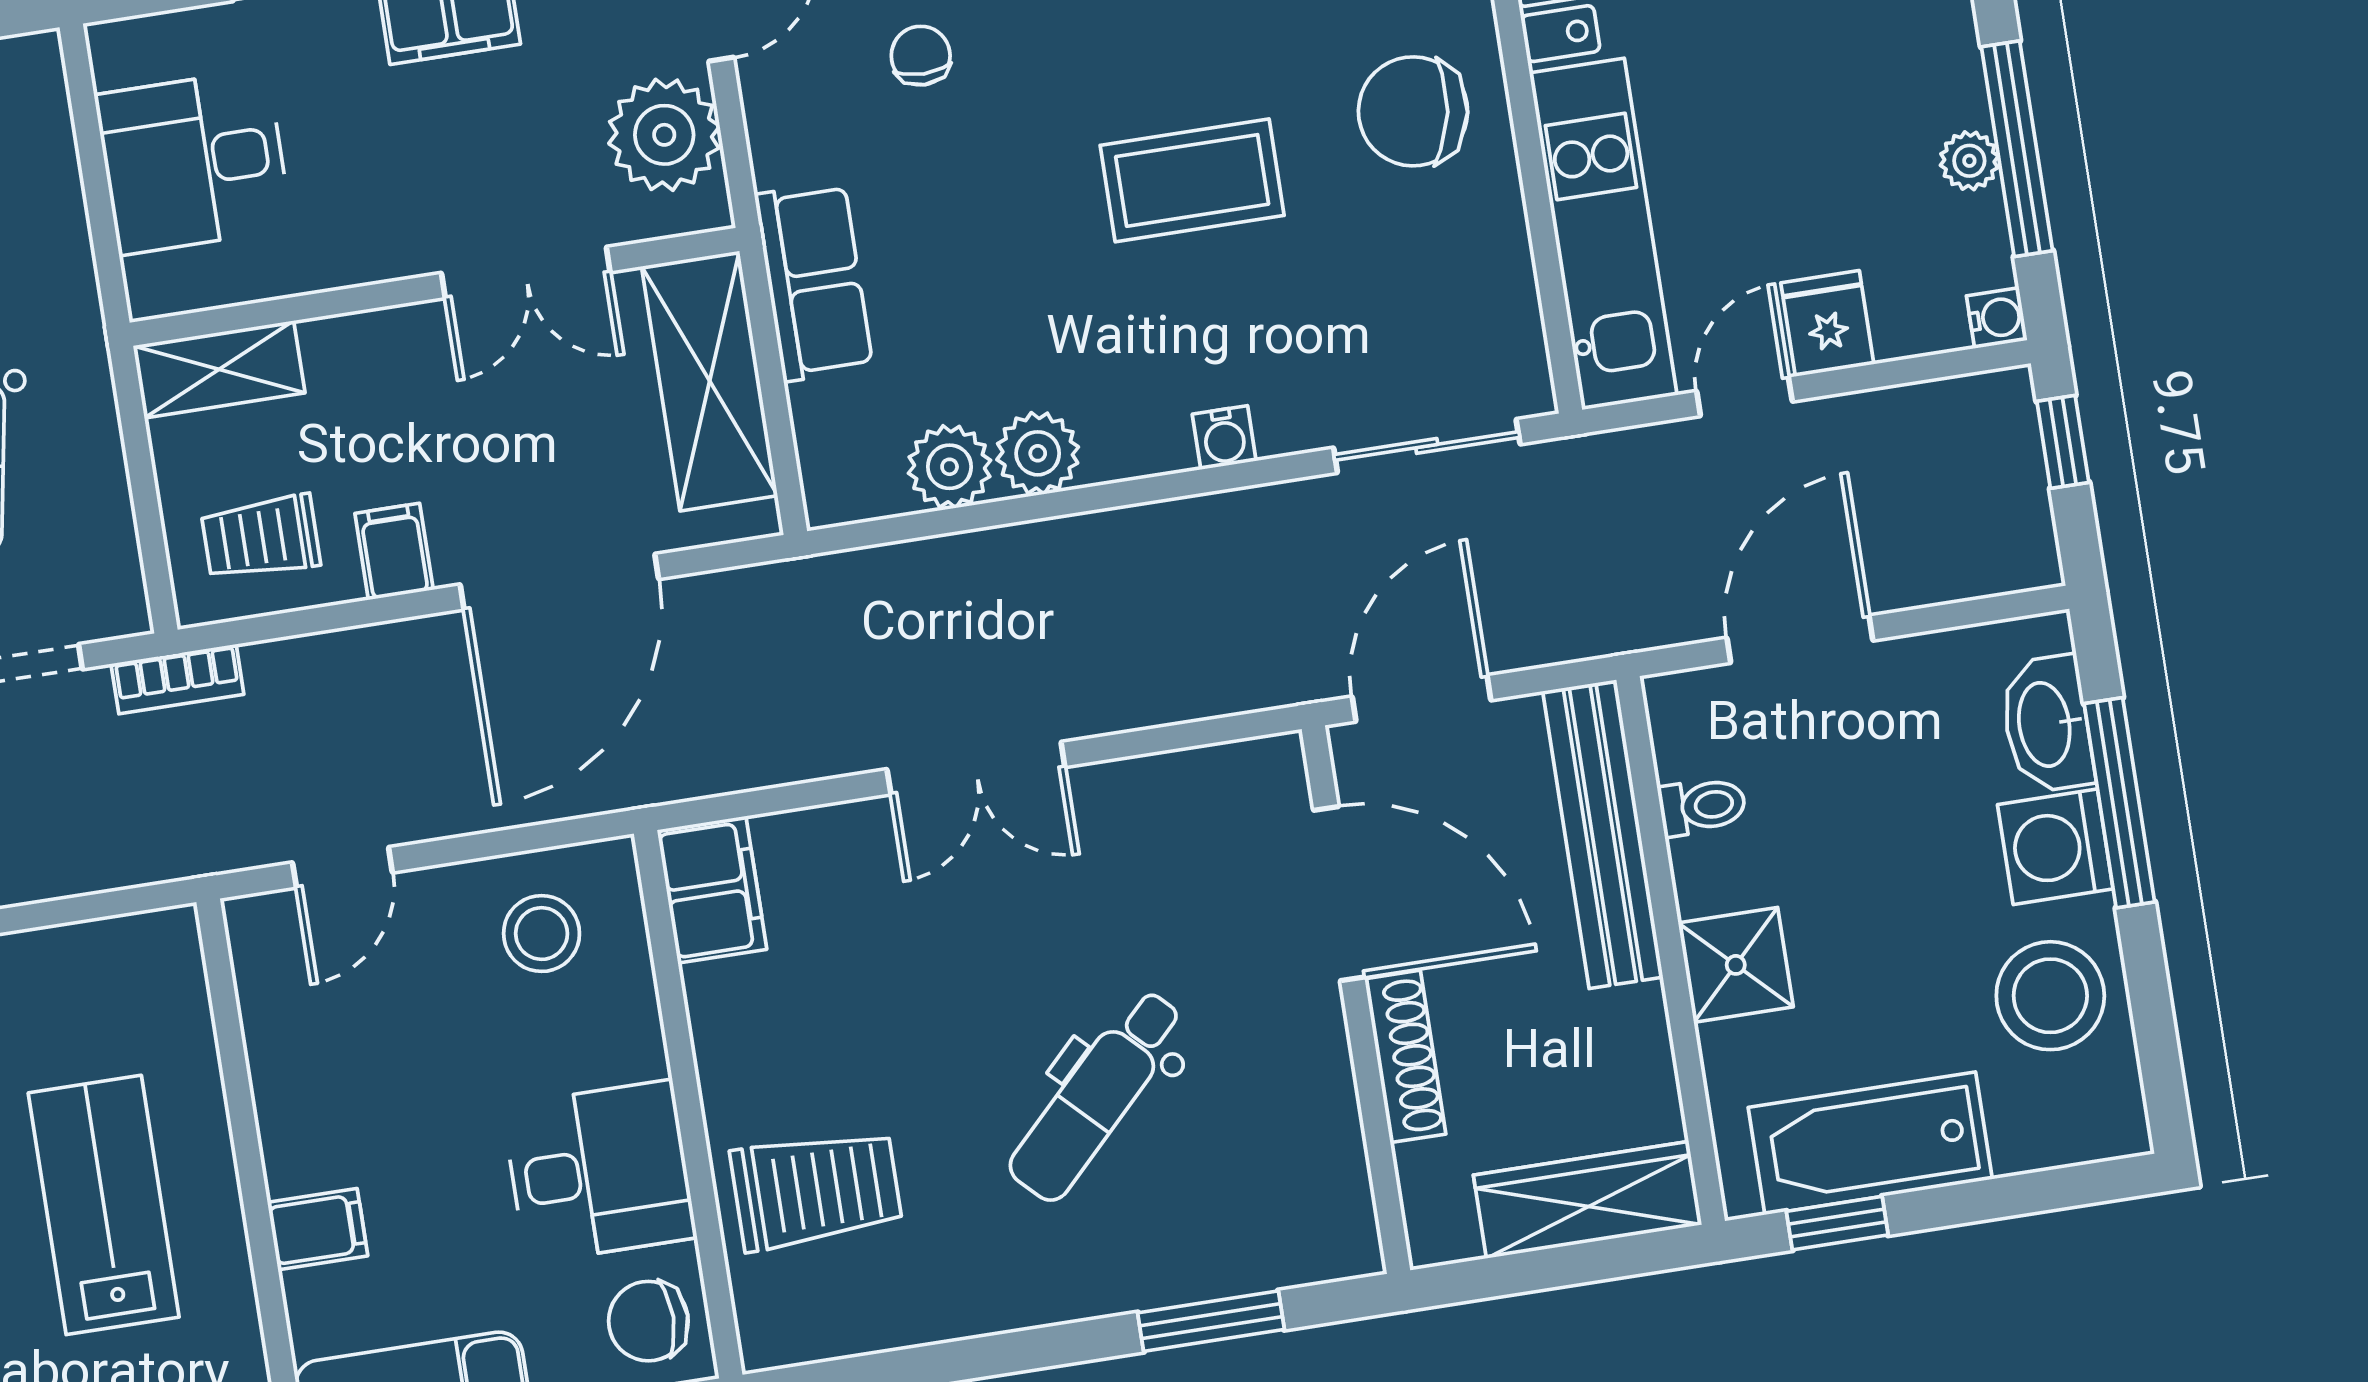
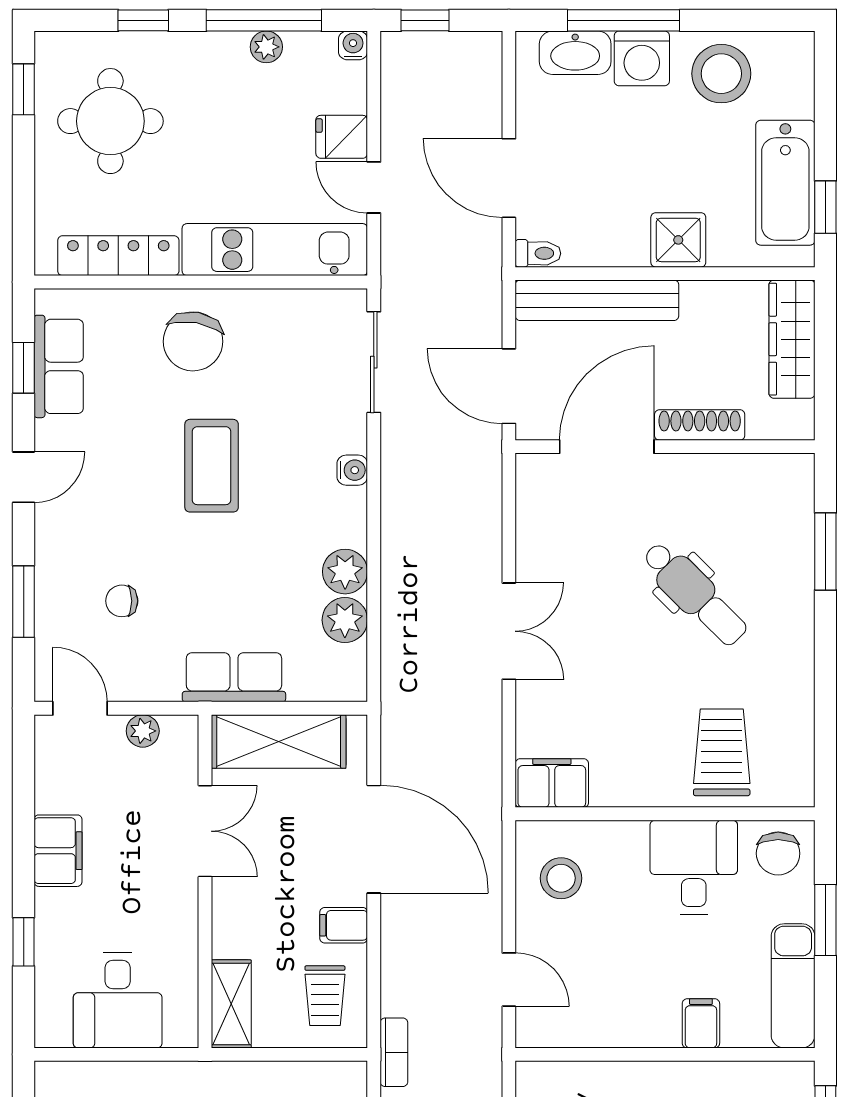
plant: (664, 135) -> (143, 731), width x0.53, depth x0.53
toilet: (1702, 806) -> (538, 253), moved, turned 90

